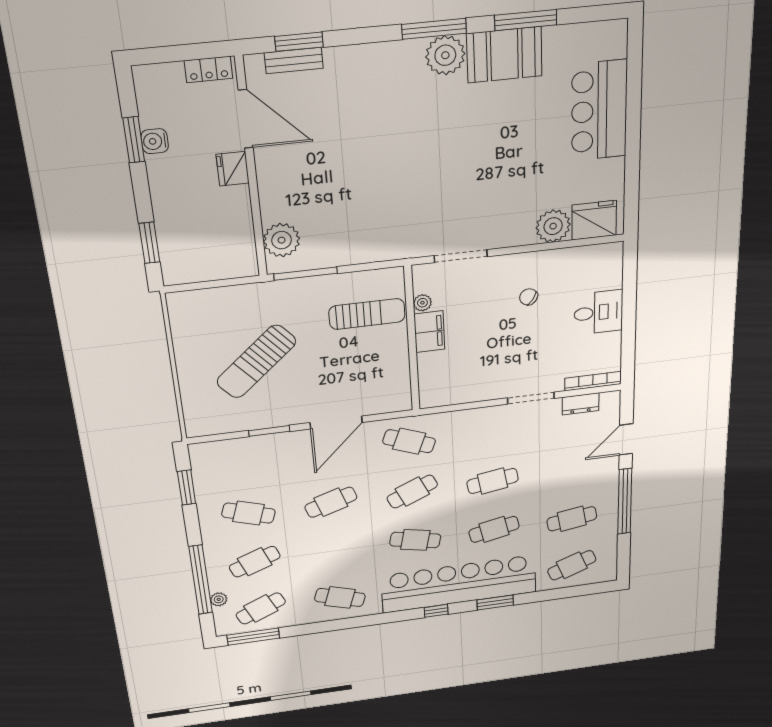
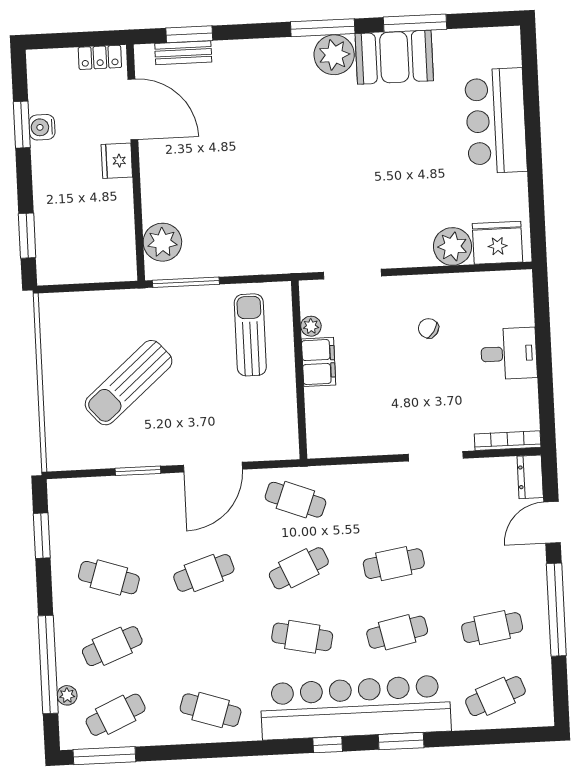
sun lounger: (367, 314) -> (250, 335), turned -90
dresser: (581, 404) -> (530, 477), moved, turned 90

